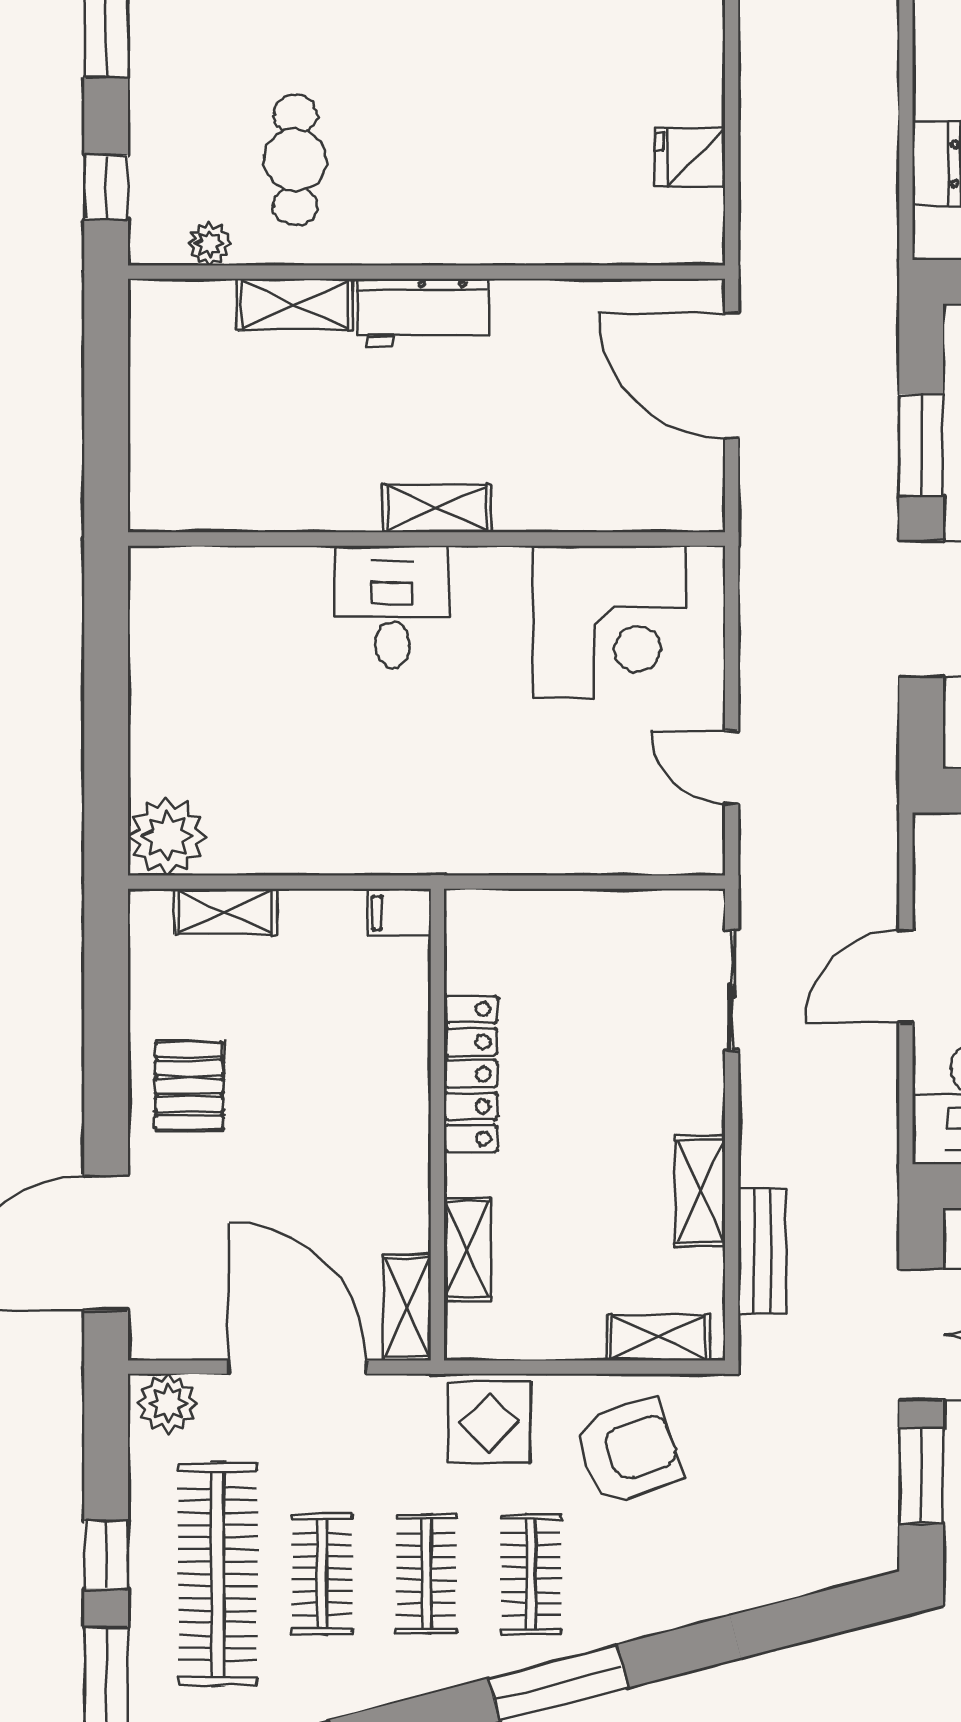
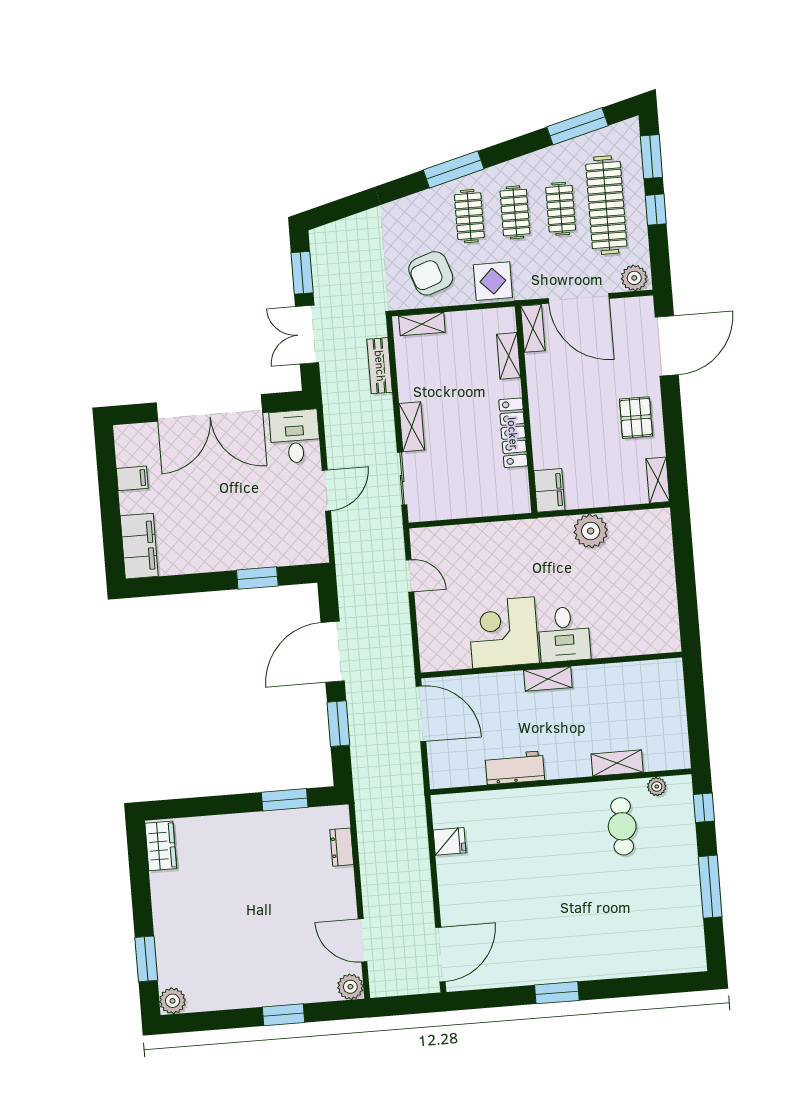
workbench: (422, 312) -> (515, 768), moved
door: (732, 376) -> (421, 714), moved
corner desk: (610, 622) -> (503, 633), moved
plant: (167, 837) -> (591, 531), moved
shelving: (225, 912) -> (658, 480), moved, turned 90
filing cabinet: (399, 913) -> (549, 490), width x2.00
shelving: (700, 1191) -> (412, 427), moved

